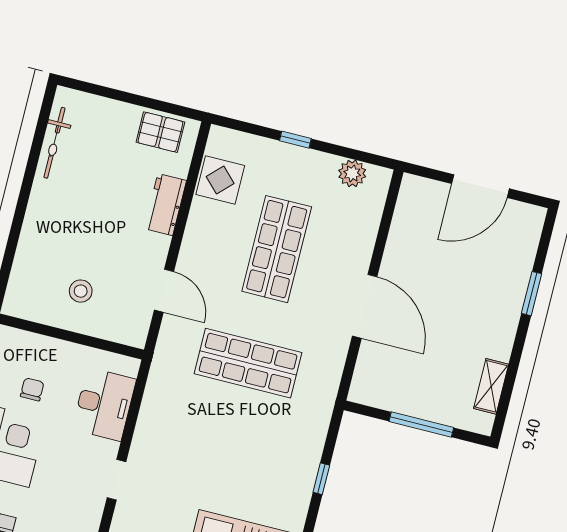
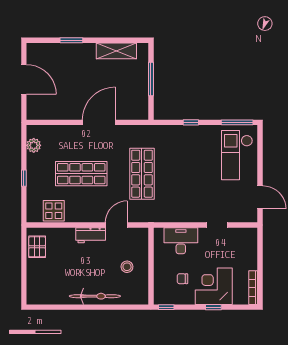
bicycle: (54, 143) -> (95, 296), moved, width x1.37, depth x1.40
workbench: (165, 205) -> (91, 235), moved
shelving: (491, 386) -> (116, 51), width x1.50, depth x1.33

